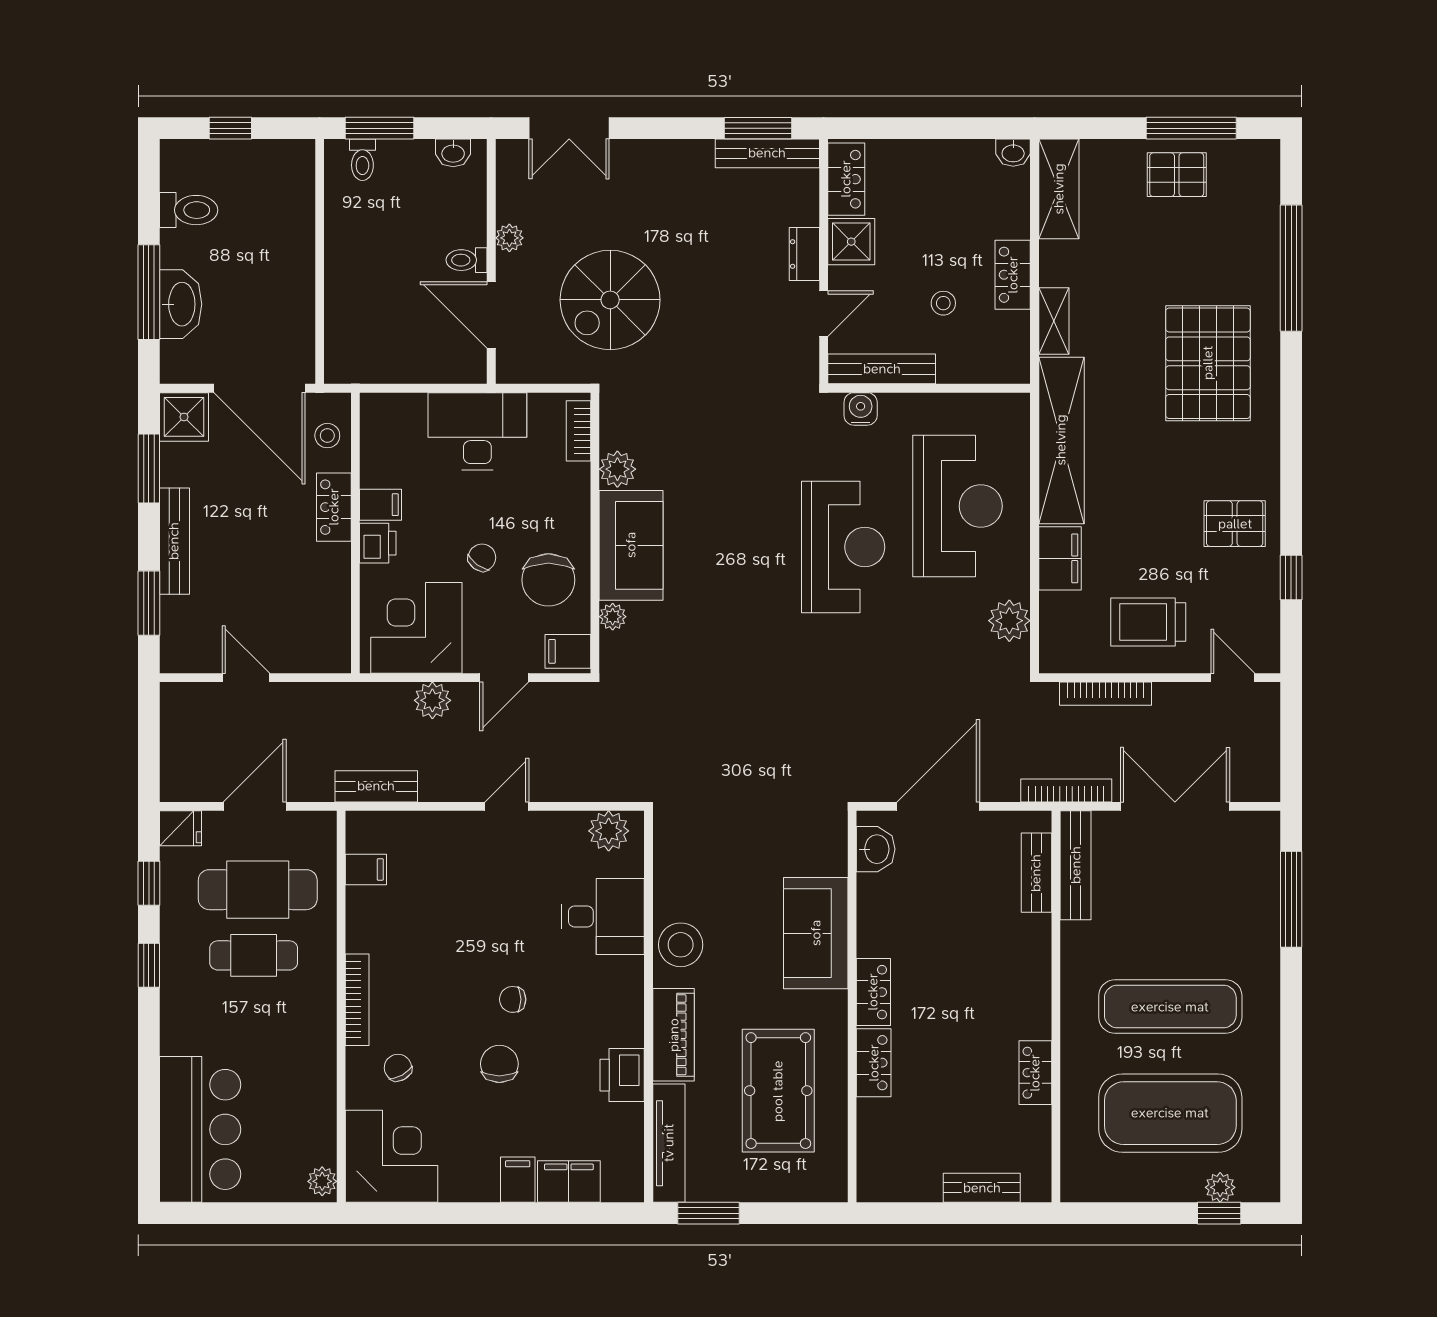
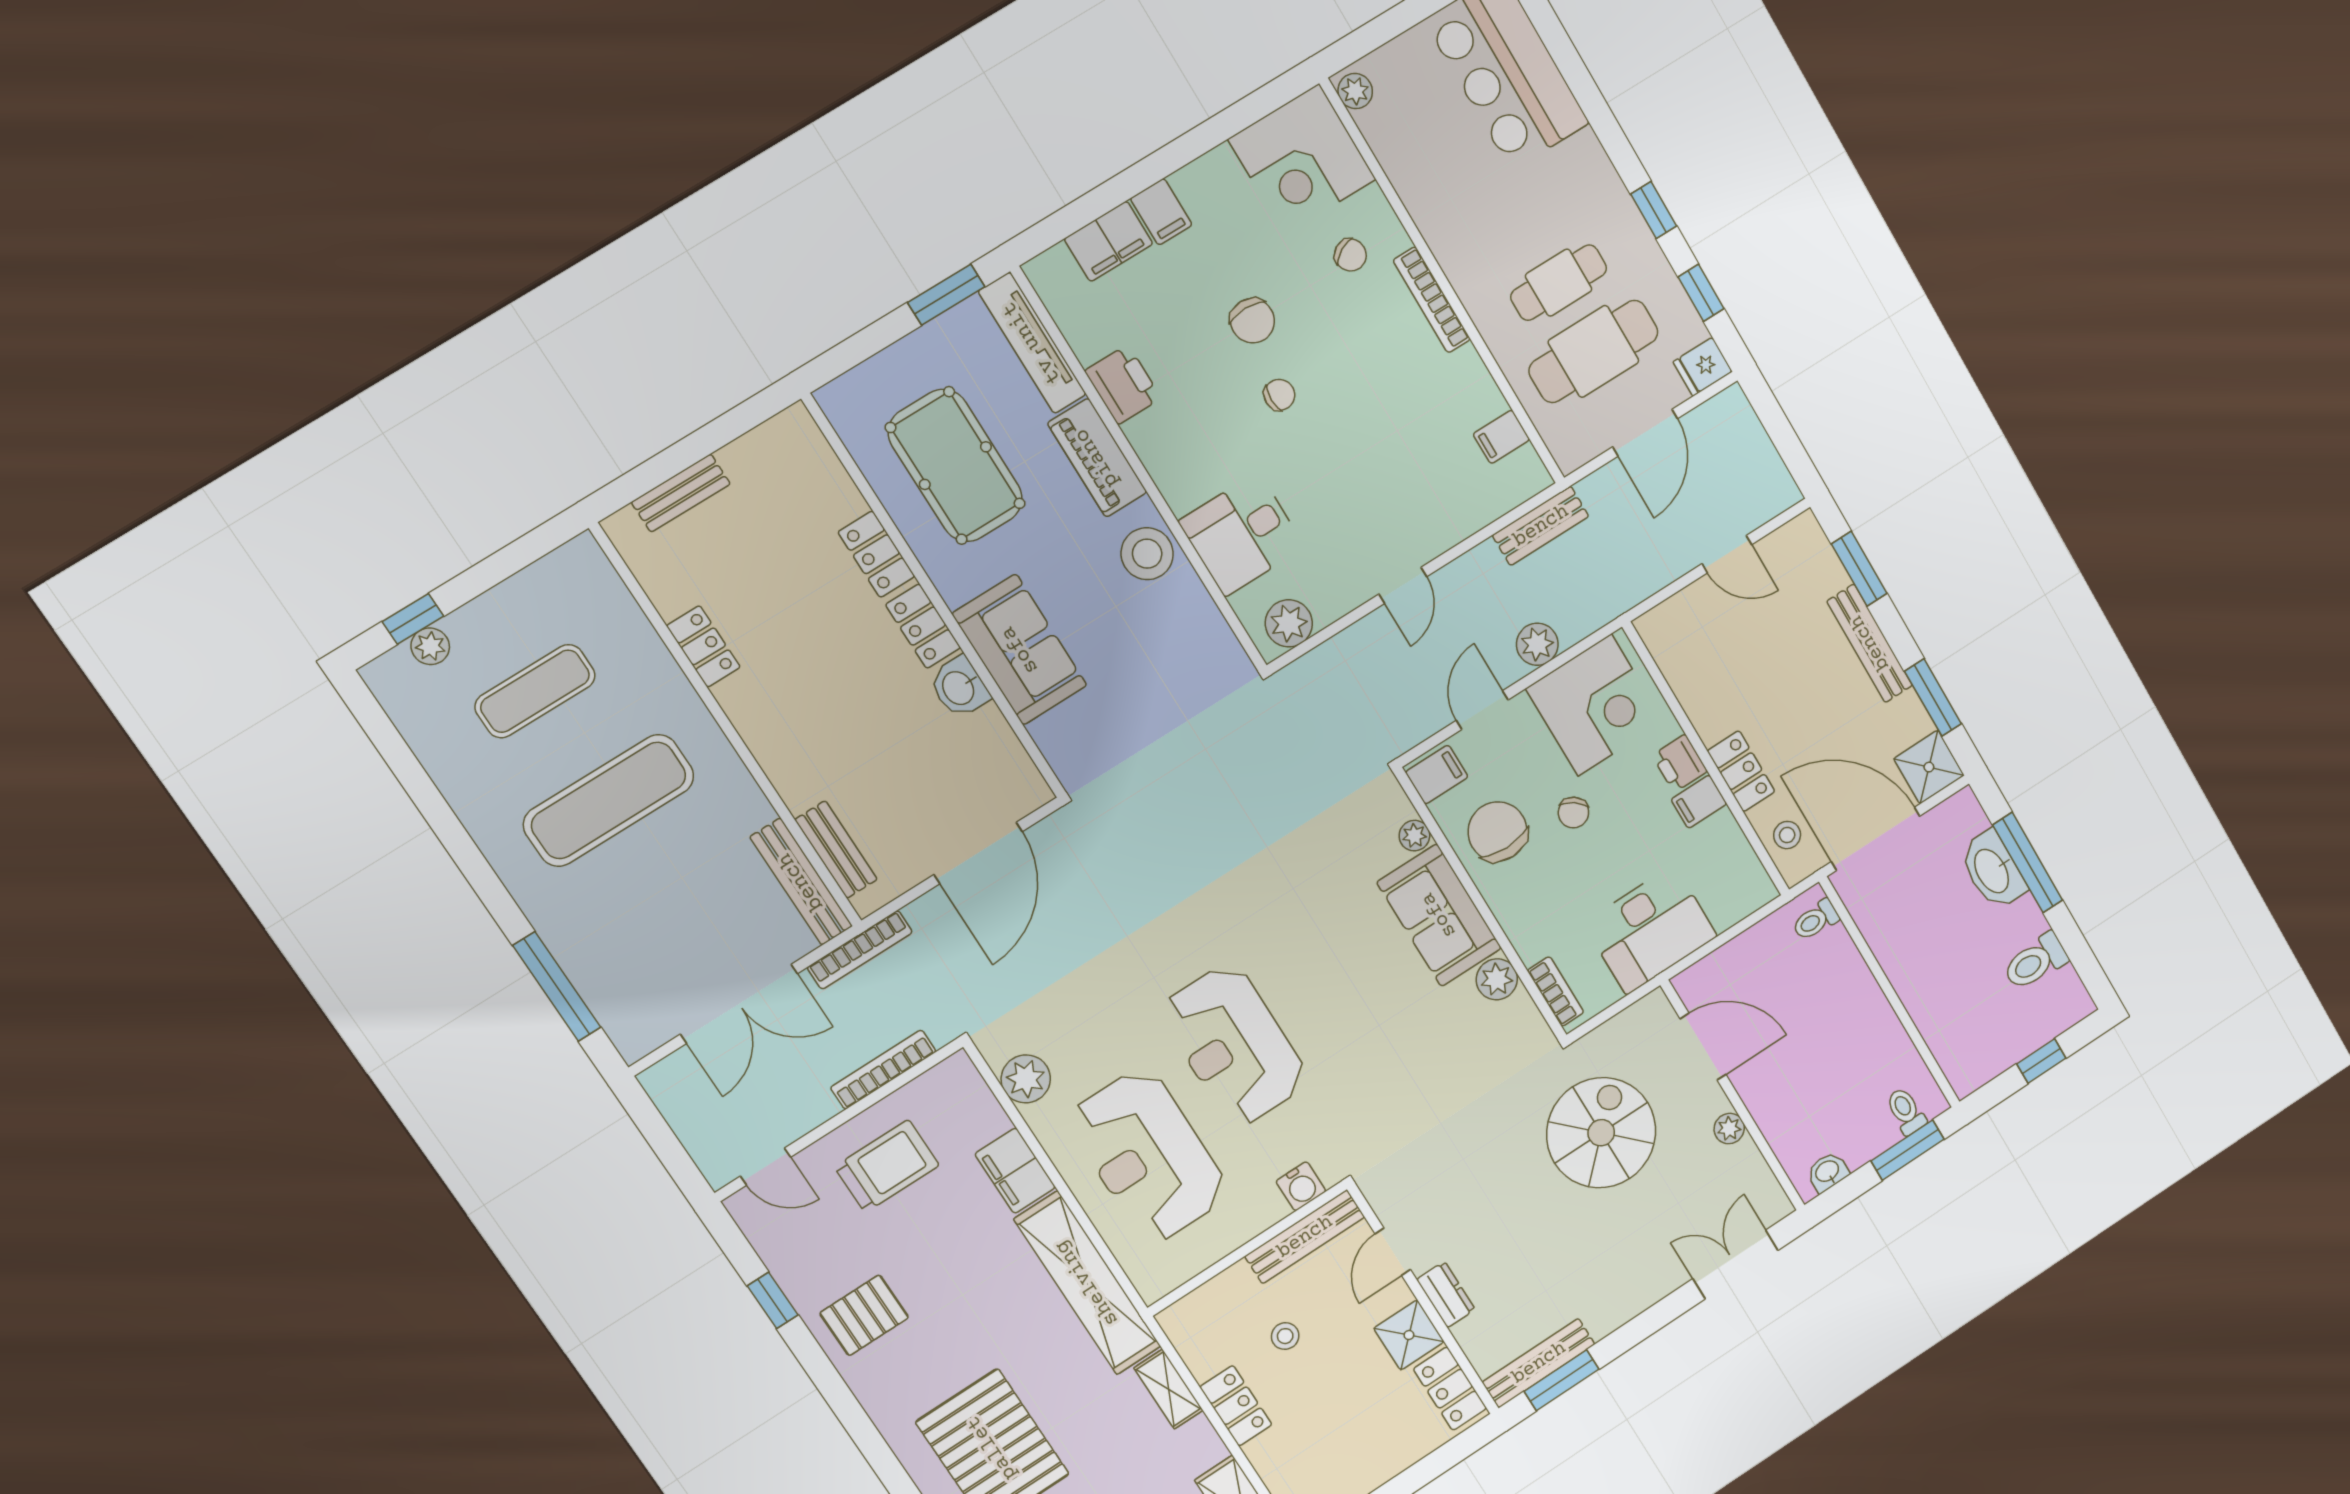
toilet: (467, 260) -> (1816, 920), moved, turned 180
washbasin: (876, 849) -> (959, 687), moved
exercise mat: (1170, 1113) -> (535, 691), width x0.50, depth x0.69

